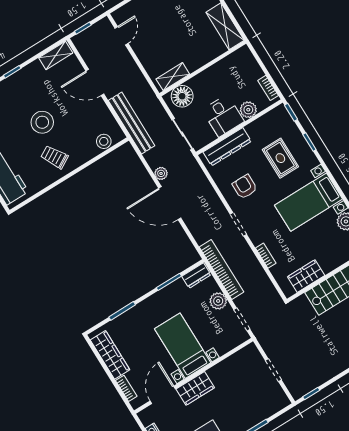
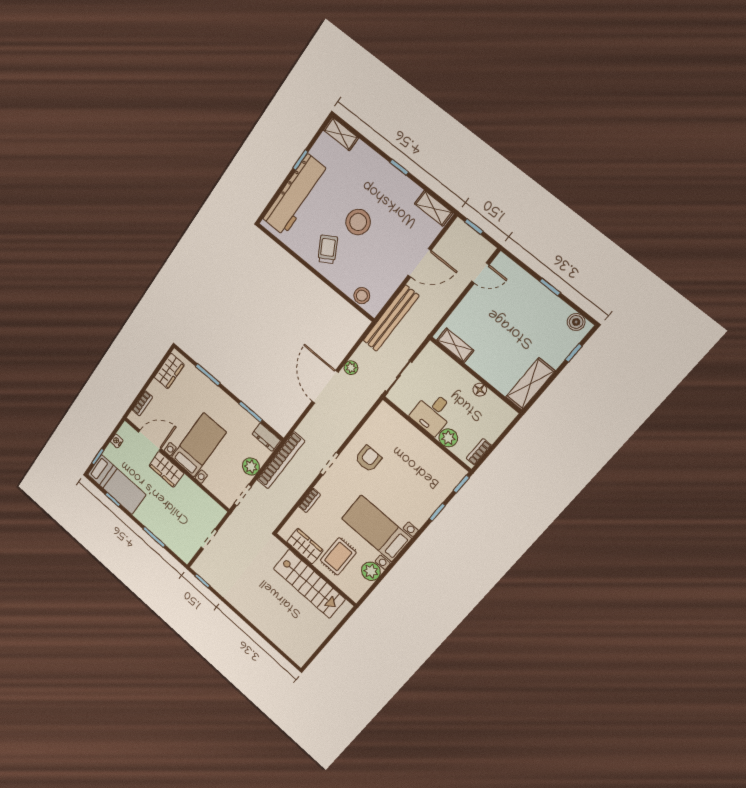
door: (95, 82) -> (420, 263), swing flipped
floor lamp: (182, 96) -> (480, 390), moved, width x0.53, depth x0.53
dresser: (227, 147) -> (402, 428), removed
rug: (280, 158) -> (338, 556), moved
wardrobe: (110, 355) -> (169, 371), width x0.67

